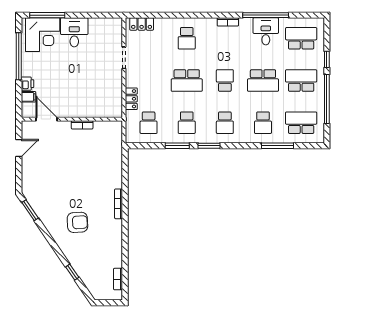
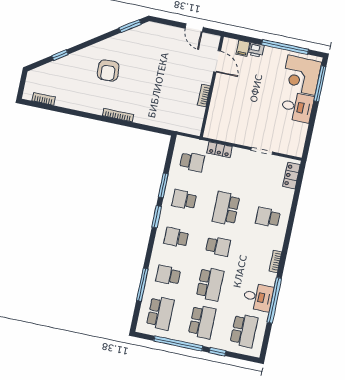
school desk: (263, 80) -> (210, 284), turned 180
door: (47, 119) -> (217, 61), hinge flipped
school desk: (149, 123) -> (192, 162), turned 180

